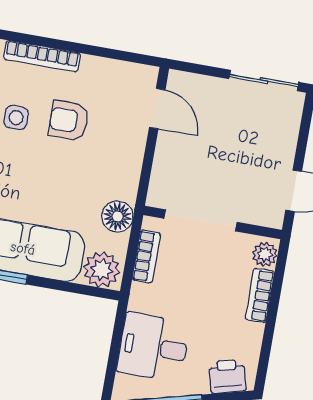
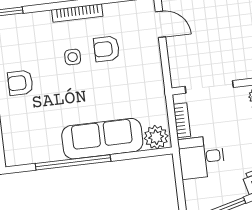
floor lamp: (118, 216) -> (156, 100), removed
desk: (153, 347) -> (201, 157), moved

